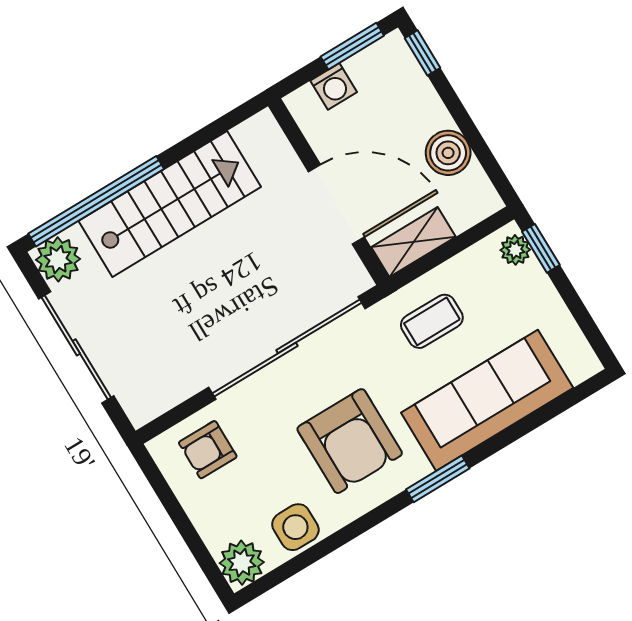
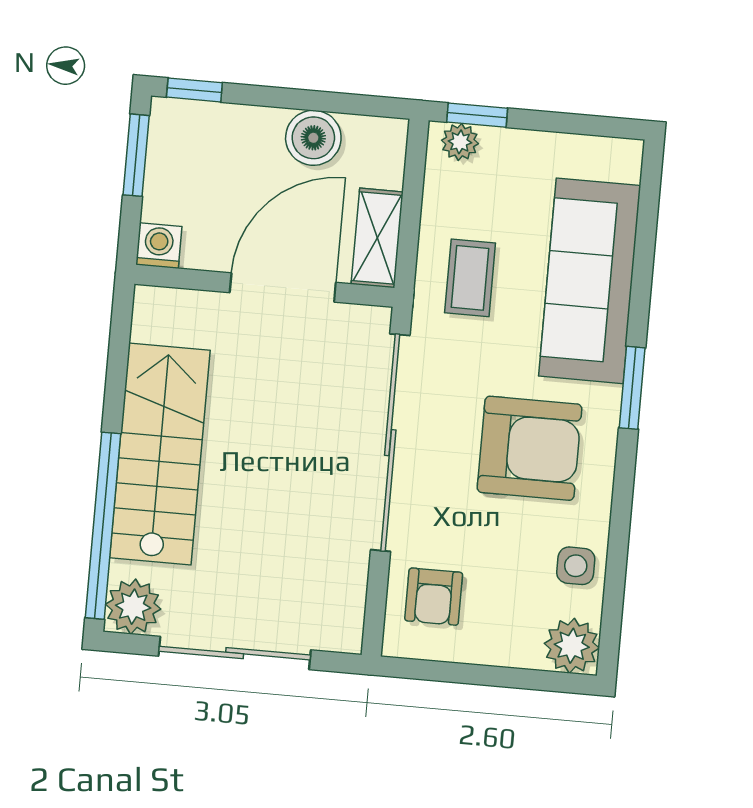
washing machine: (334, 86) -> (159, 246), moved, turned -90
side table: (295, 527) -> (576, 566), width x0.73, depth x0.73

